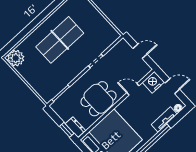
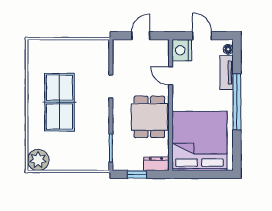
door: (172, 86) -> (202, 36), hinge flipped
door: (133, 89) -> (171, 76), hinge flipped
window: (67, 130) -> (137, 174), moved

